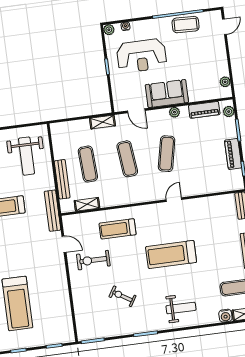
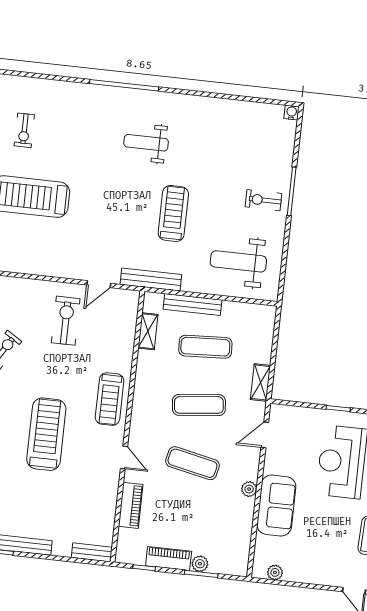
sofa: (167, 94) -> (276, 506), moved
piano: (204, 110) -> (131, 505), moved, turned 180
plant: (229, 112) -> (200, 564), moved
treadmill: (118, 229) -> (110, 399), moved, turned 180

